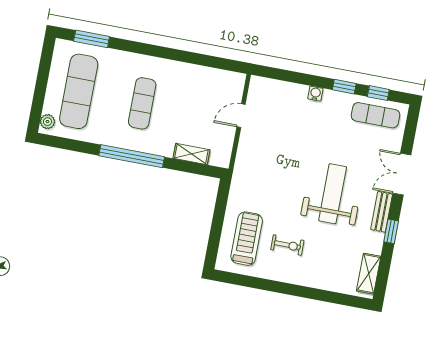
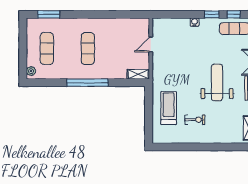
exercise mat: (79, 91) -> (47, 49), width x0.73, depth x0.69
shelving: (191, 154) -> (138, 74), moved
treadmill: (247, 239) -> (169, 108), moved

